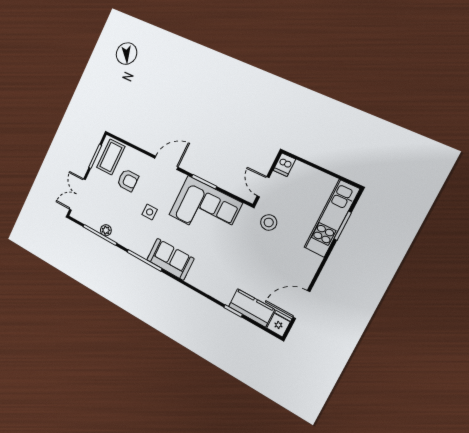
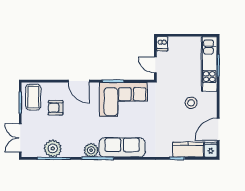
door: (166, 163) -> (79, 81), swing flipped
armchair: (128, 180) -> (56, 108), turned 180
side table: (150, 212) -> (84, 122), removed
stool: (269, 222) -> (191, 103), moved
plant: (106, 230) -> (53, 148), width x1.87, depth x1.87
plant: (142, 247) -> (91, 150), added
sofa: (170, 259) -> (122, 147), width x1.36

